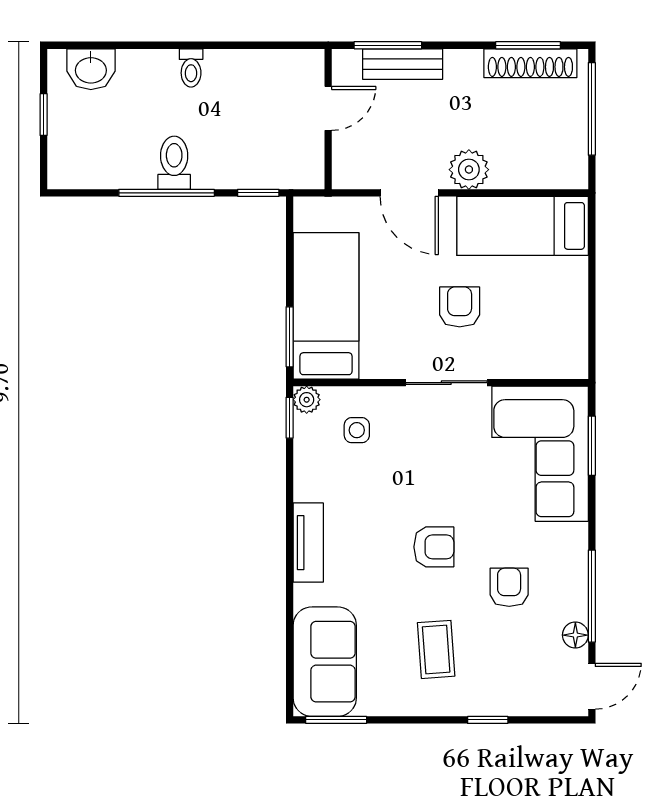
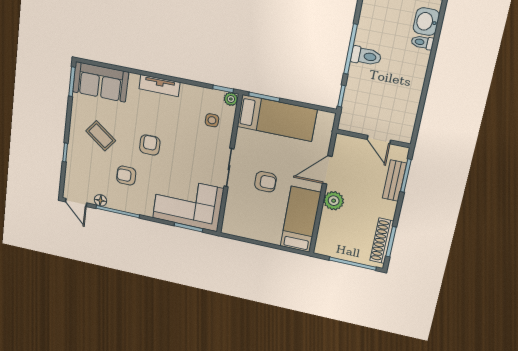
toilet: (191, 68) -> (422, 42), moved
armchair: (434, 547) -> (150, 145), turned 180
armchair: (509, 587) -> (126, 176), turned 180
coffee table: (436, 649) -> (101, 136), turned 41

